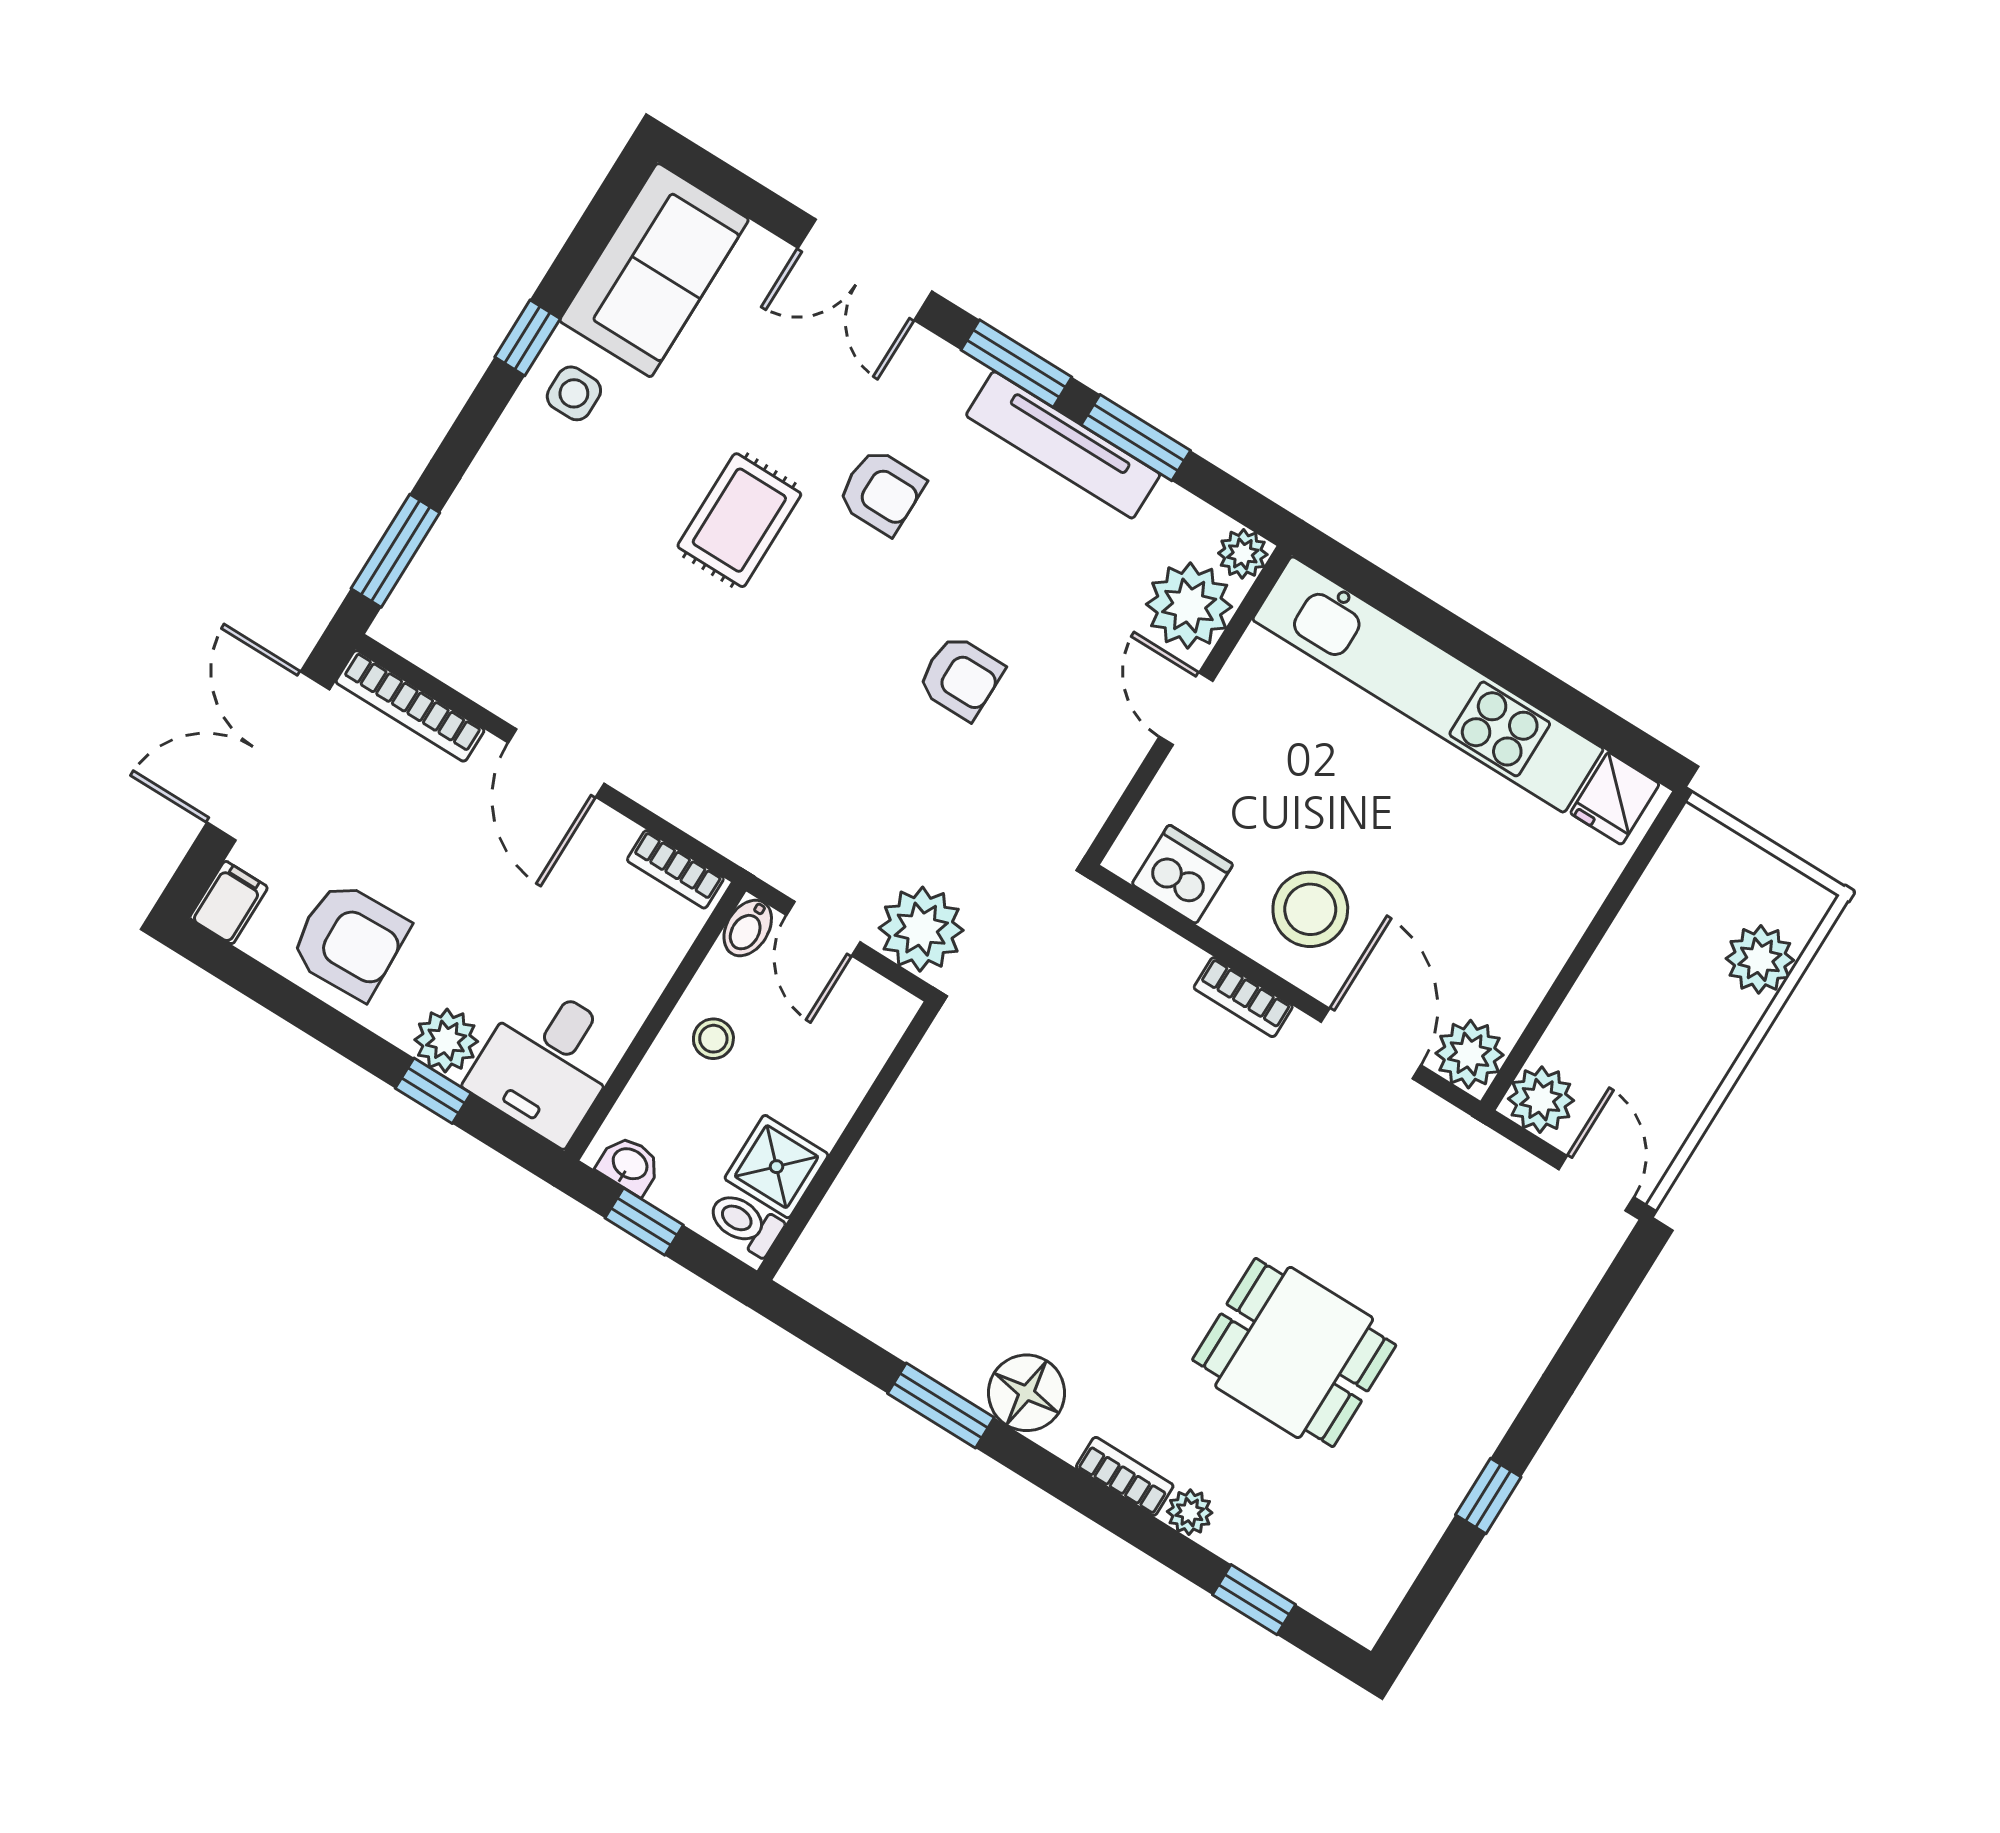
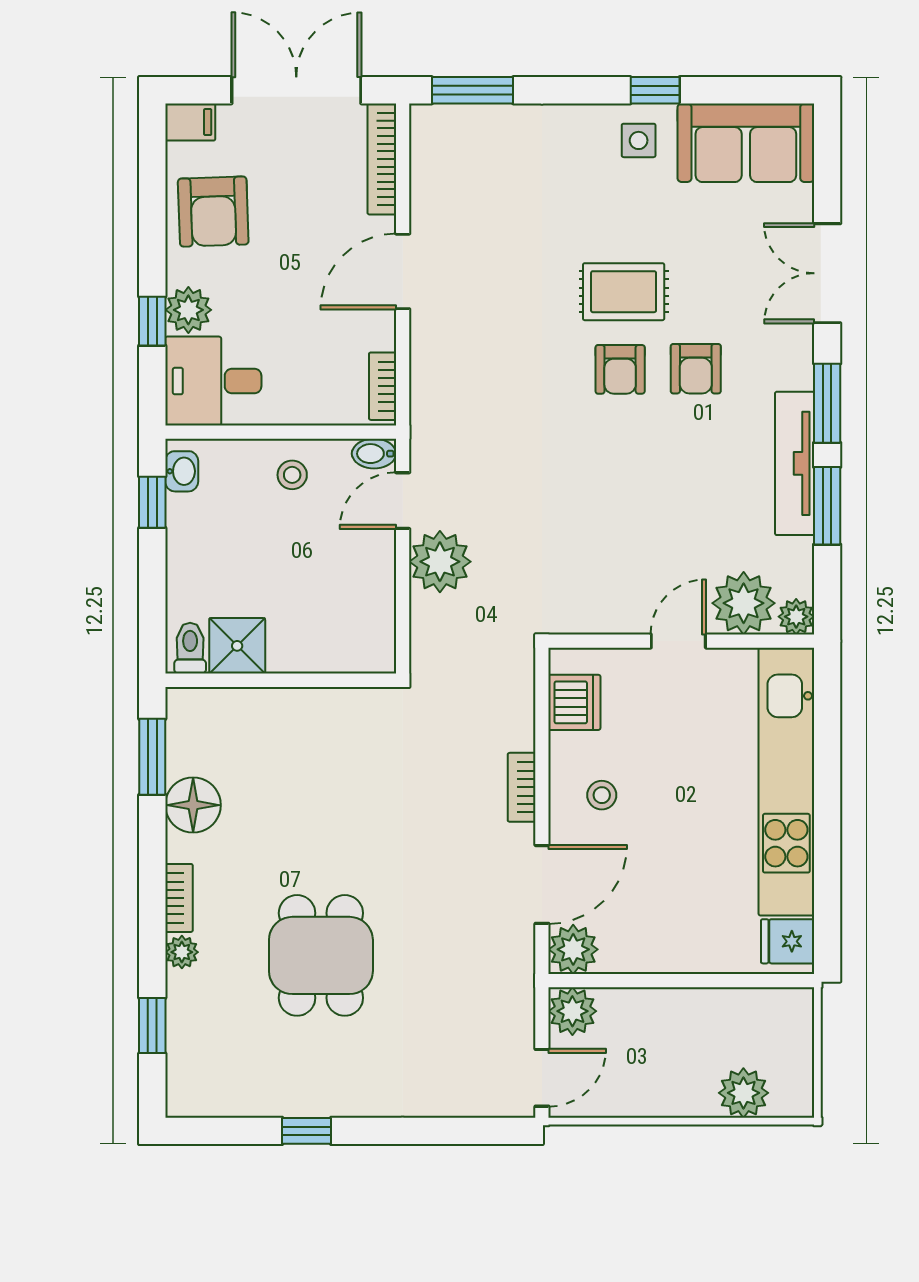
armchair: (961, 677) -> (620, 369), moved
stool: (1310, 909) -> (602, 795), width x0.53, depth x0.53
wall: (848, 1141) -> (281, 680), moved
shower: (776, 1167) -> (237, 646), moved
toilet: (745, 1223) -> (190, 648), moved

